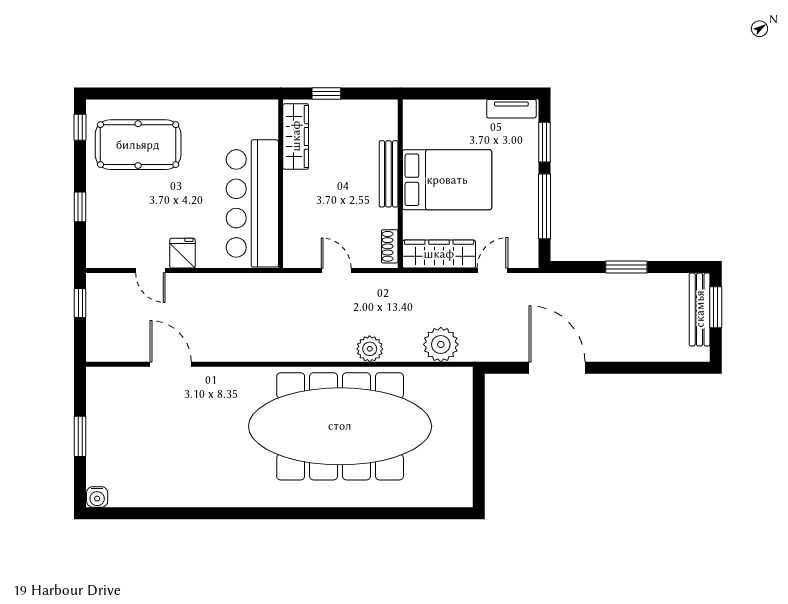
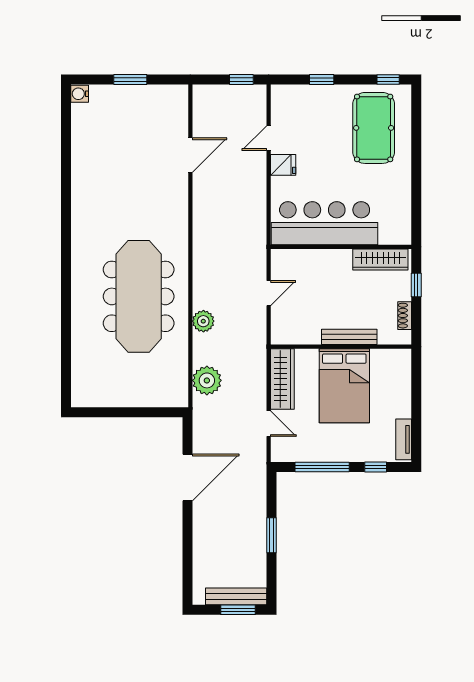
window: (544, 142) -> (376, 467), width x0.67
shoe rack: (390, 246) -> (405, 316), moved, turned -90
meeting table: (340, 426) -> (139, 296), width x0.73, depth x0.79

